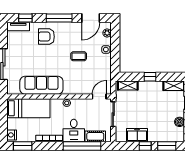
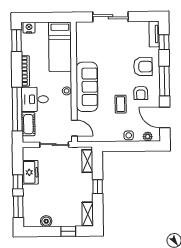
armchair: (46, 37) -> (143, 67), turned 90
armchair: (69, 39) -> (141, 93), added
sofa: (41, 85) -> (87, 87), moved

